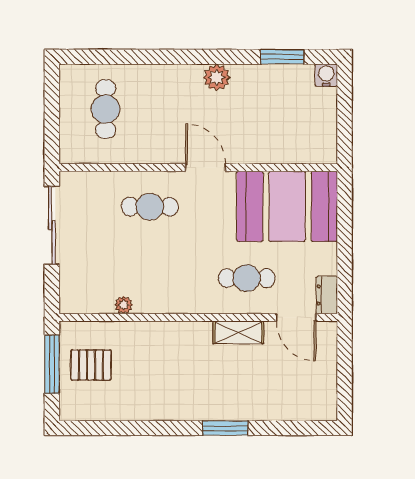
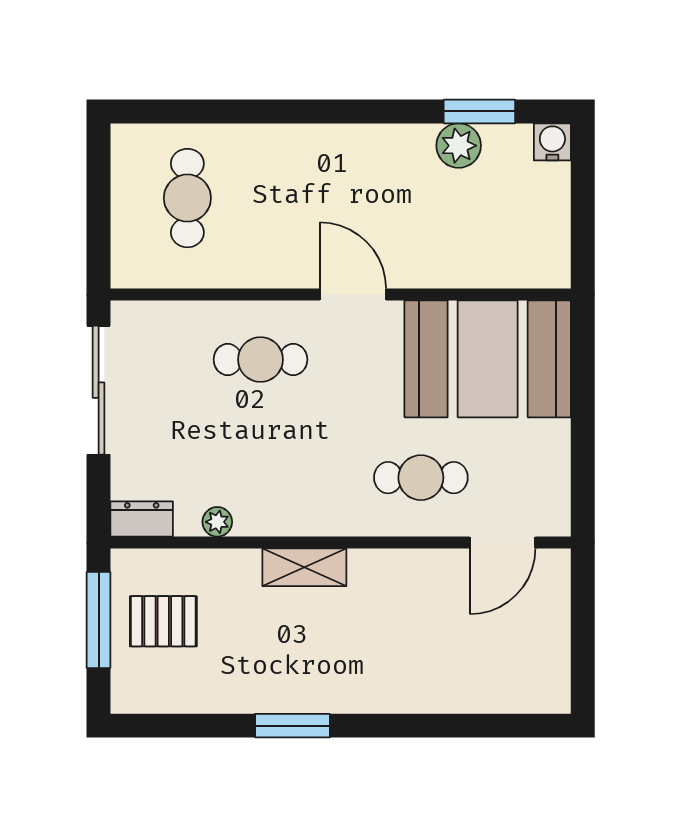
plant: (217, 77) -> (459, 146), moved
dresser: (327, 295) -> (142, 519), moved, turned 90
door: (296, 317) -> (503, 543), hinge flipped
shelving: (238, 332) -> (304, 567), moved
window: (225, 428) -> (292, 726), moved

